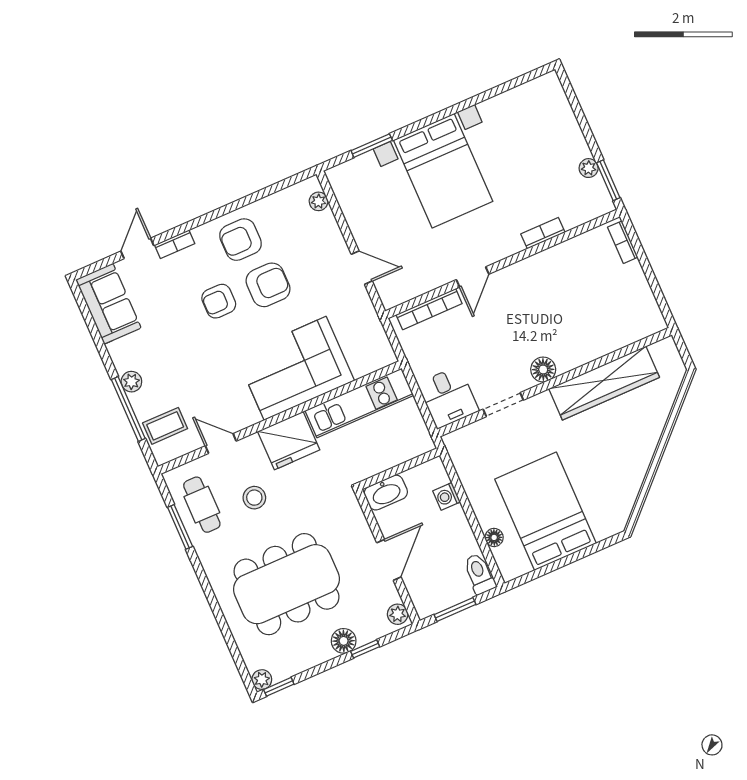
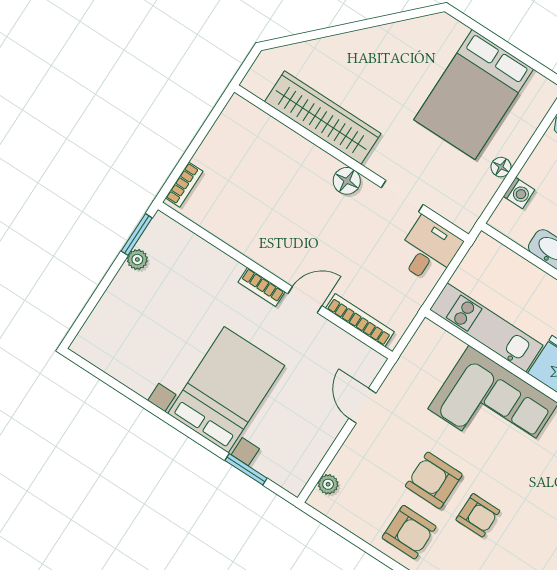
bookcase: (543, 233) -> (262, 287), moved
floor lamp: (494, 537) -> (501, 167), moved

